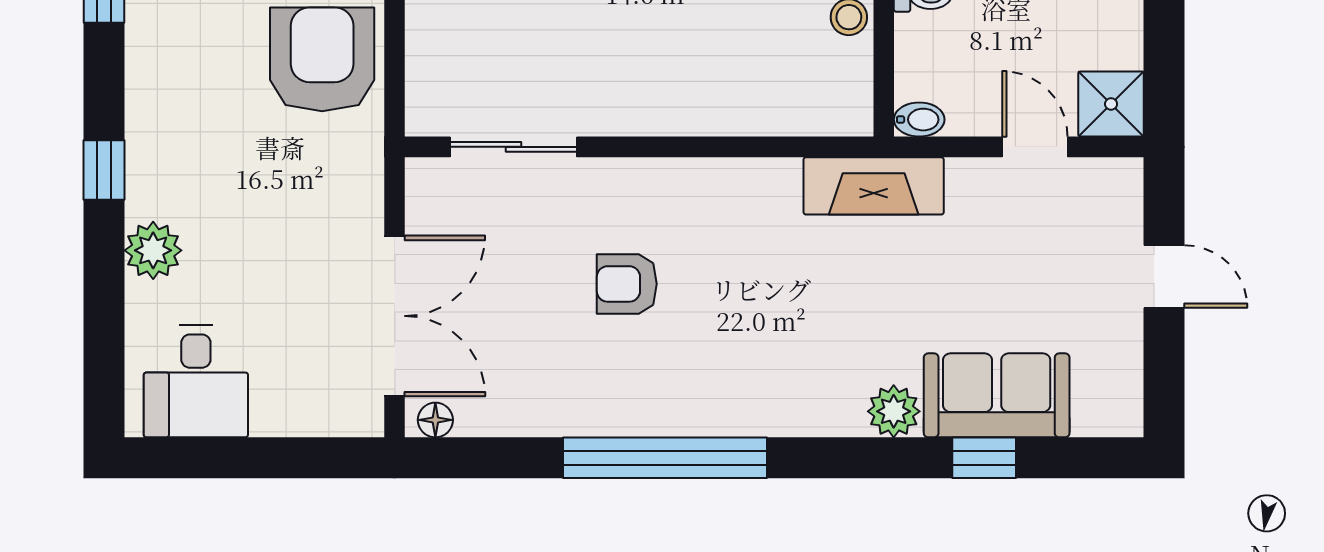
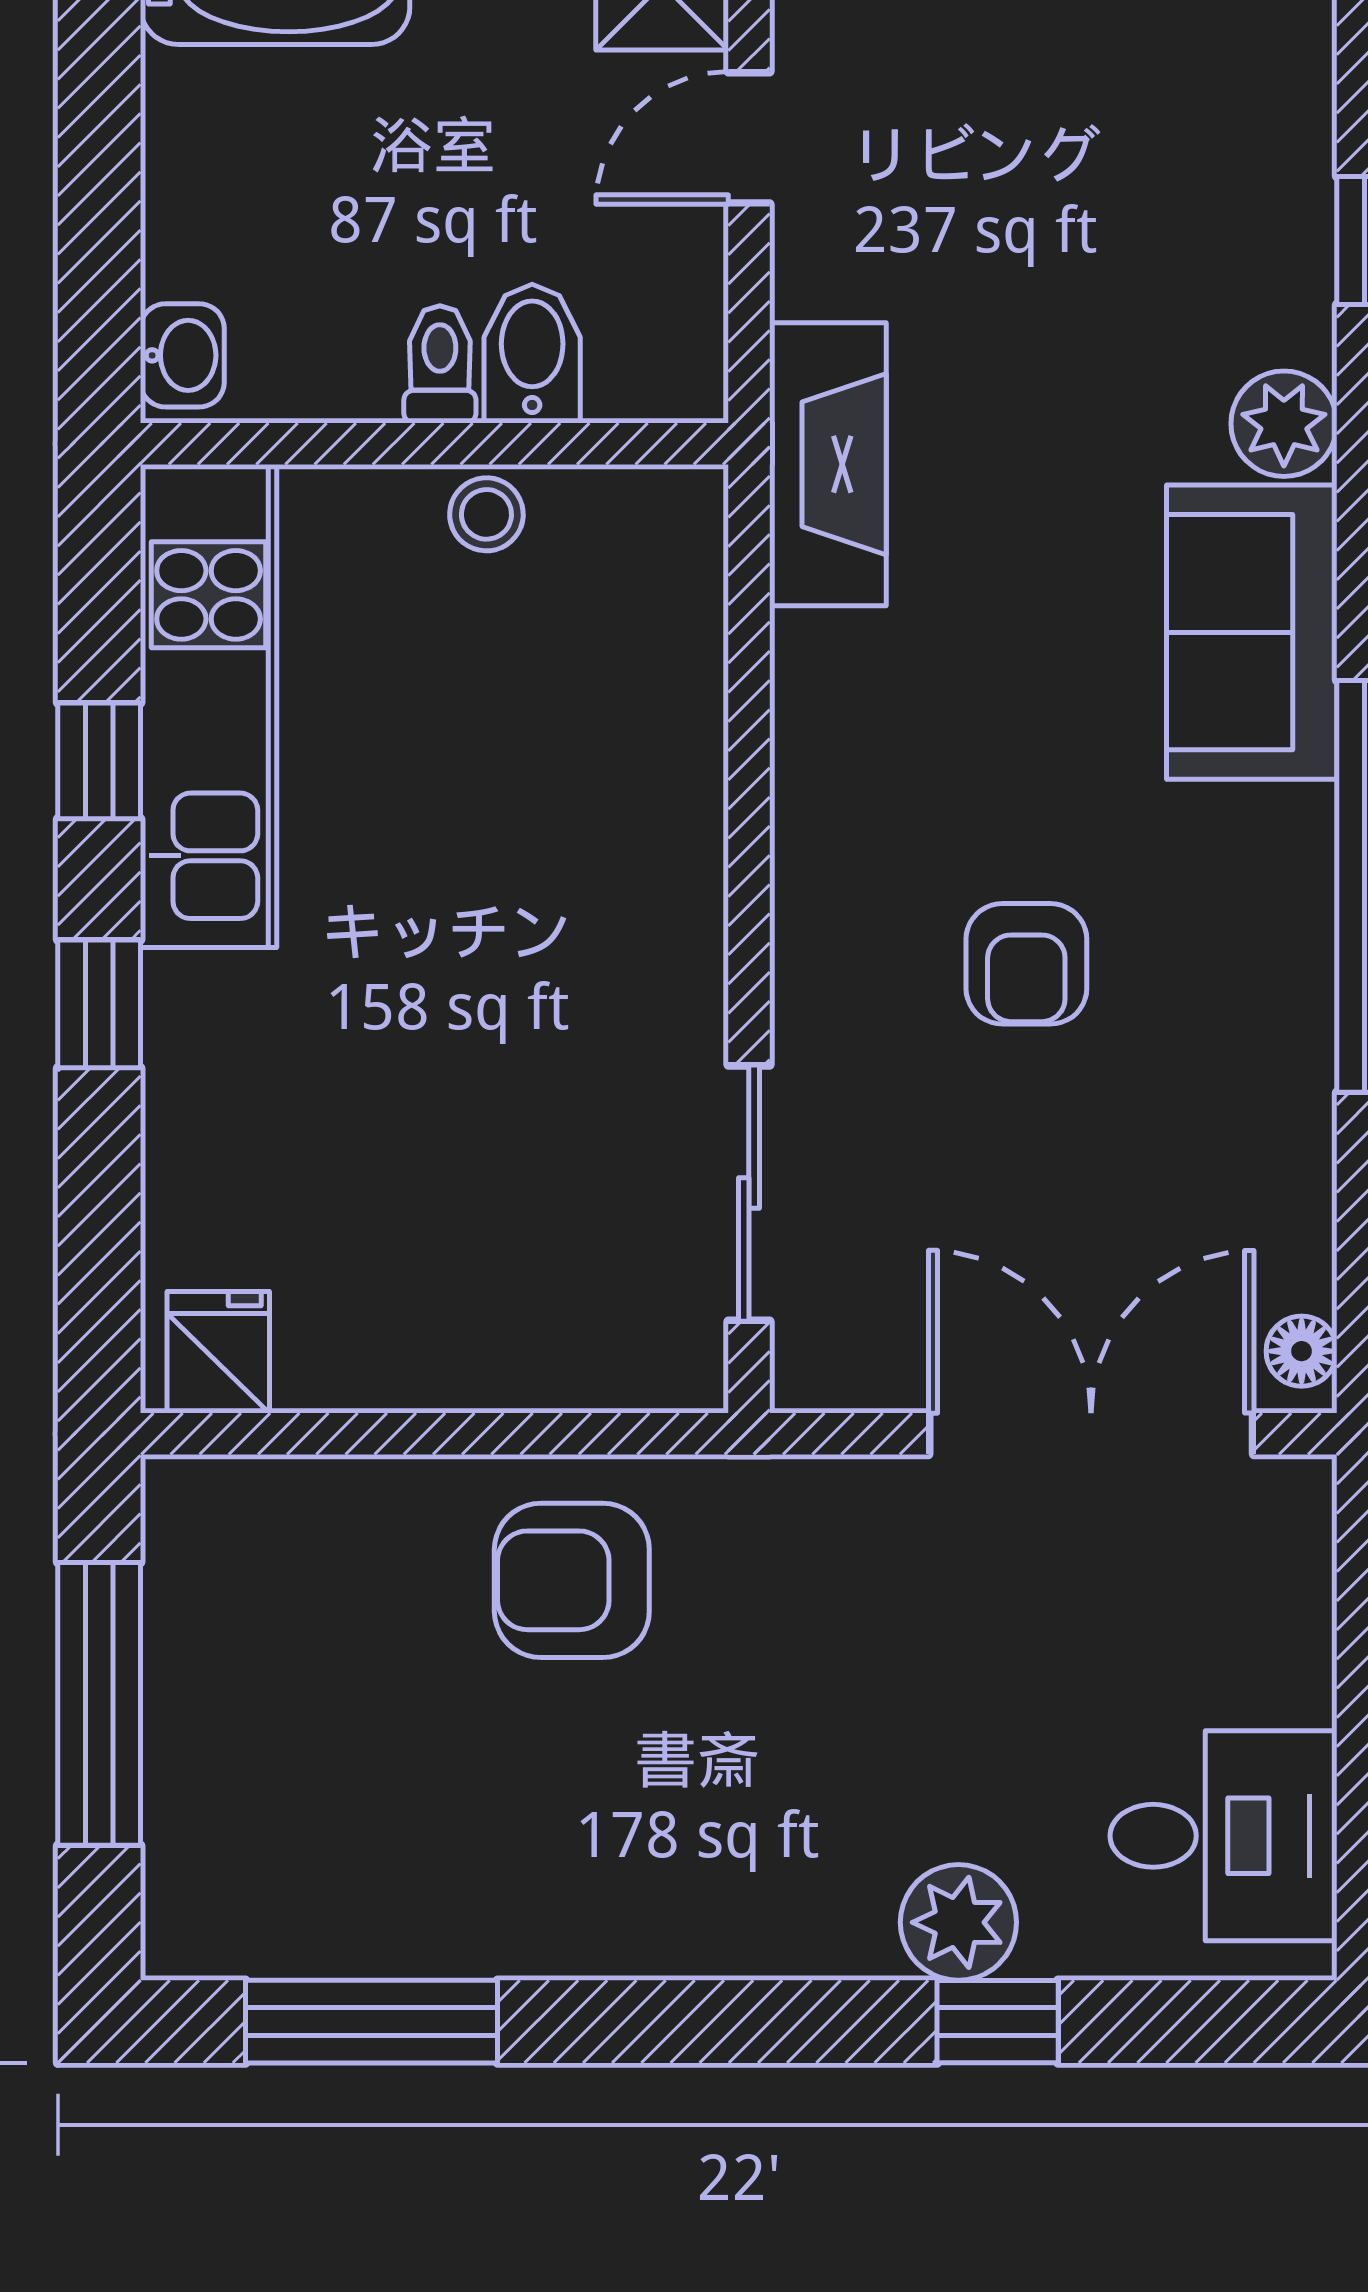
armchair: (322, 59) -> (572, 1580), width x0.73, depth x0.73
bidet: (919, 120) -> (532, 354), moved, width x1.38, depth x1.36
window: (104, 170) -> (998, 2022), moved
sofa: (997, 395) -> (1252, 632), moved

